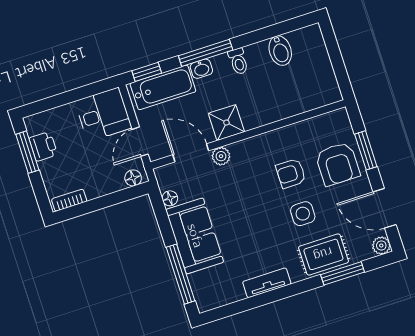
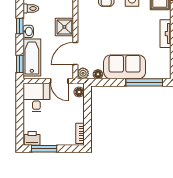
window: (206, 53) -> (20, 26), width x0.46
printer: (43, 146) -> (32, 138), moved
plant: (221, 156) -> (83, 73), moved

